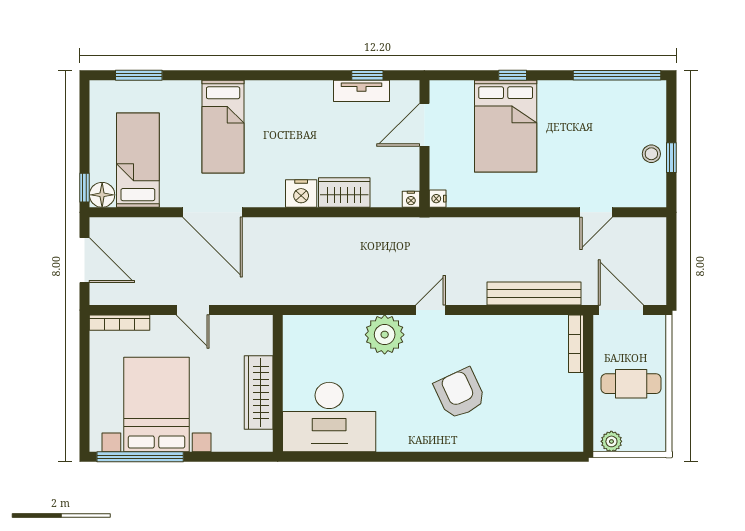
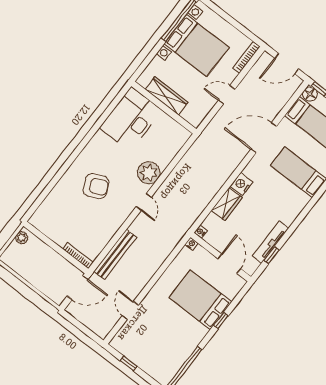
tv unit: (361, 91) -> (270, 242), width x1.41
stool: (651, 154) -> (137, 356), removed
cafe table: (631, 384) -> (41, 267), removed

